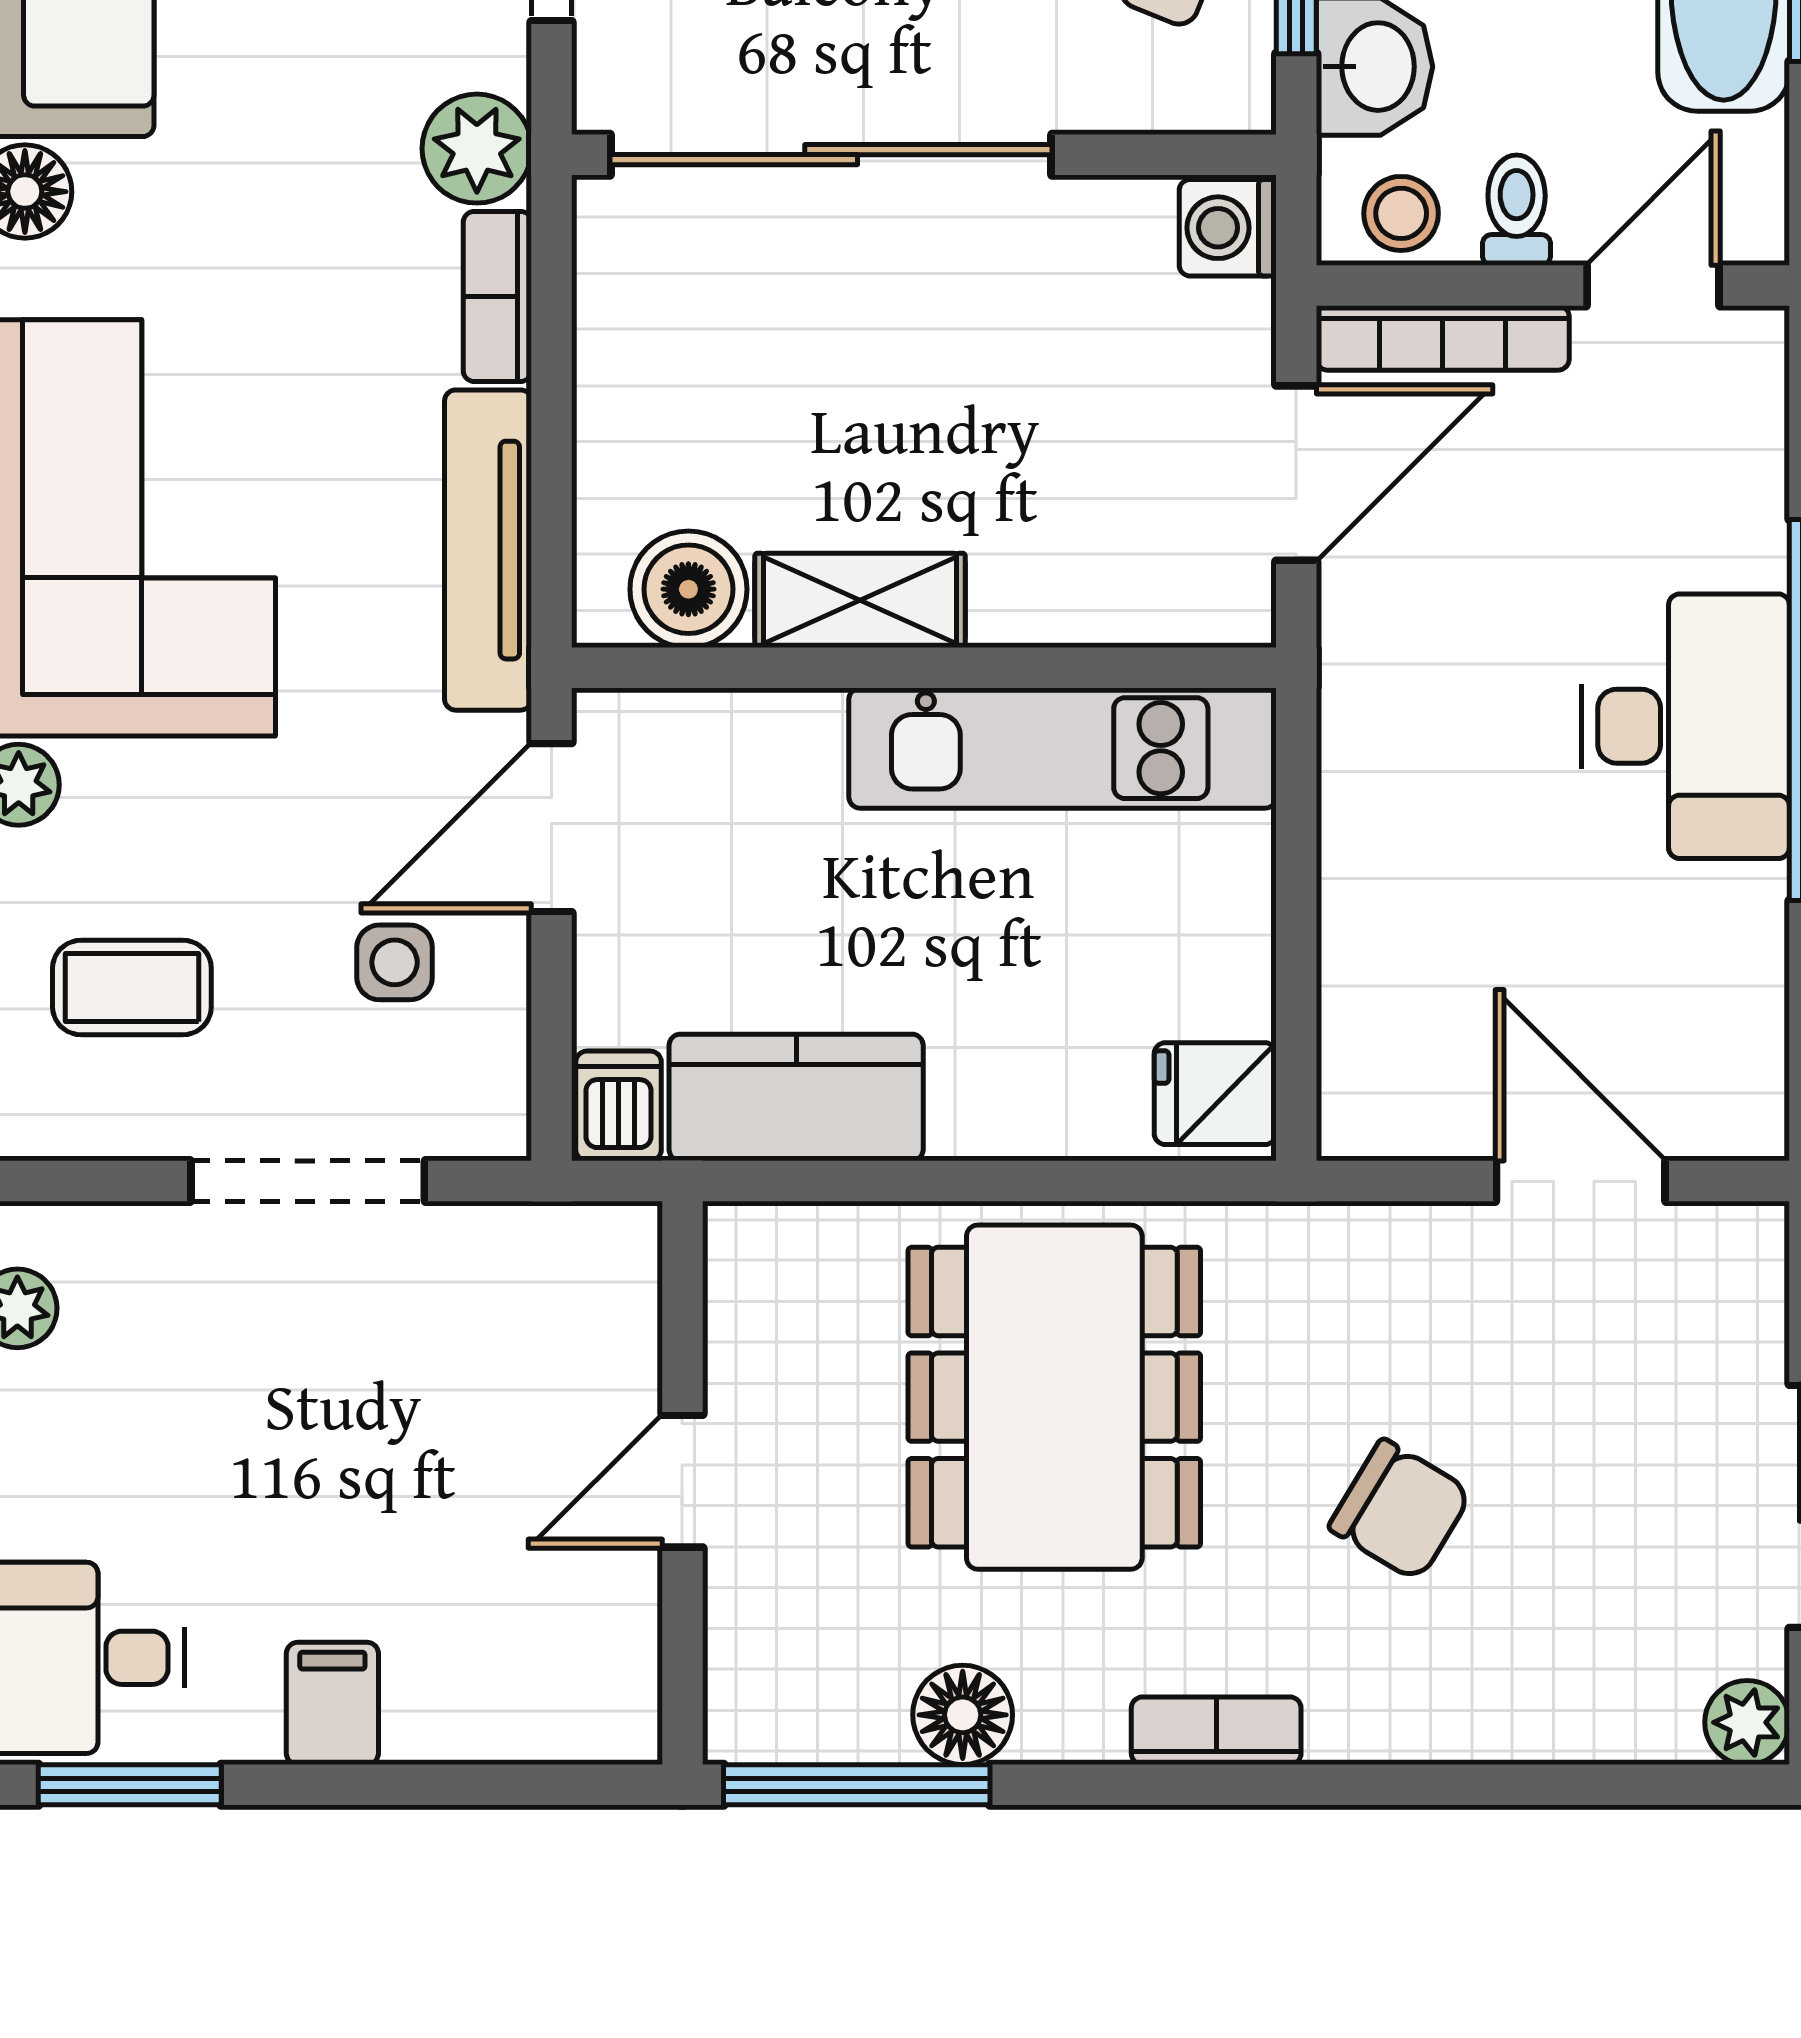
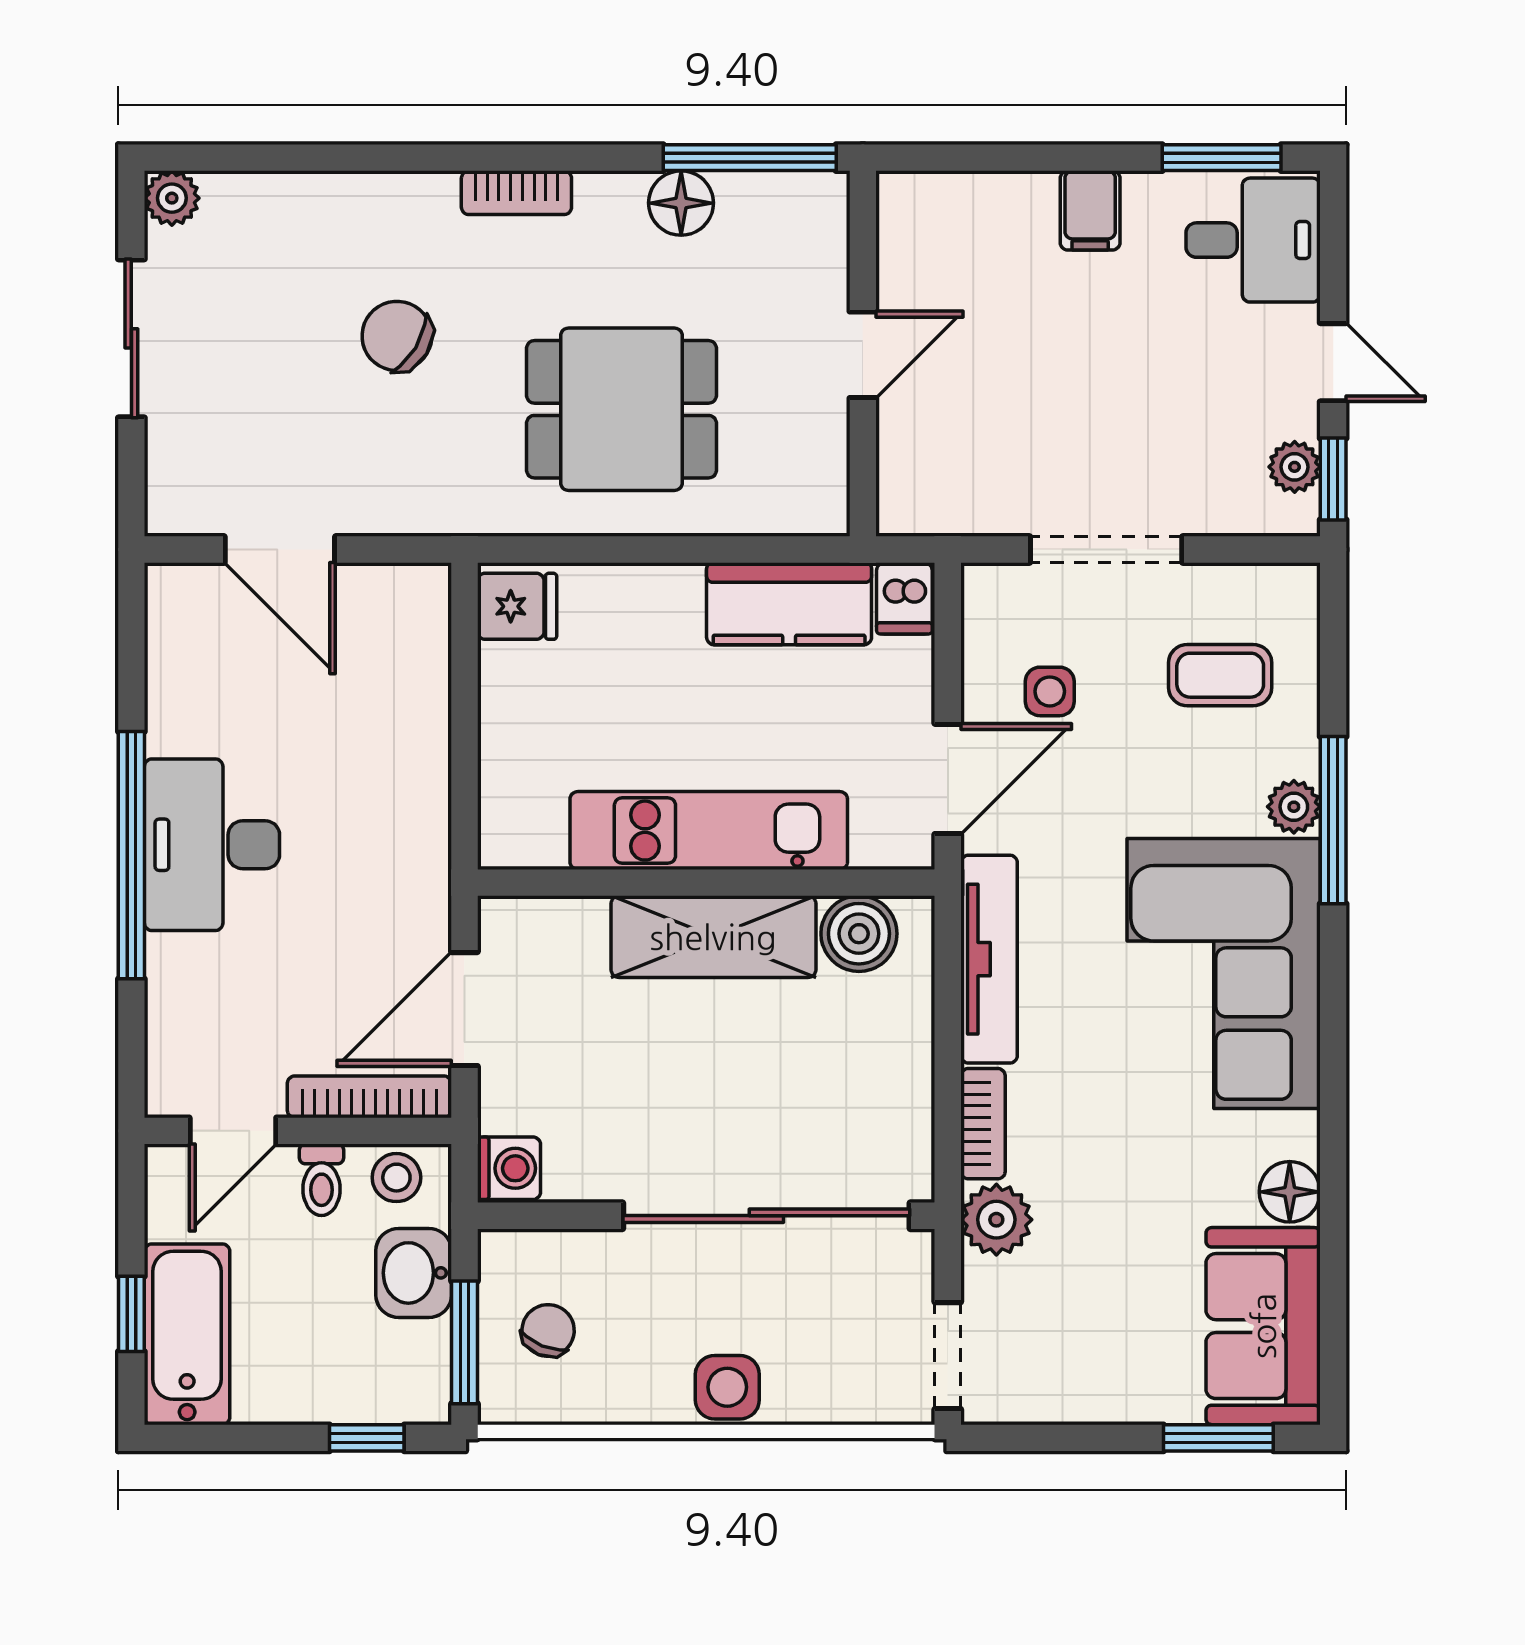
shelving: (860, 600) -> (713, 937), width x1.50, depth x1.33
kitchen unit: (1063, 748) -> (709, 831), moved
dining table: (1054, 1397) -> (621, 409), width x0.73

